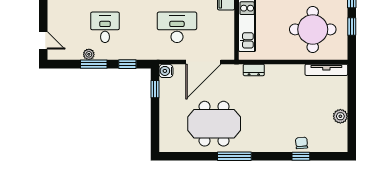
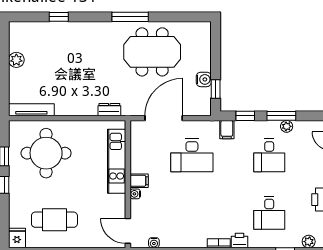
filing cabinet: (144, 51) -> (227, 130), added
water cooler: (166, 71) -> (204, 79), moved
chair: (302, 143) -> (58, 31), removed

